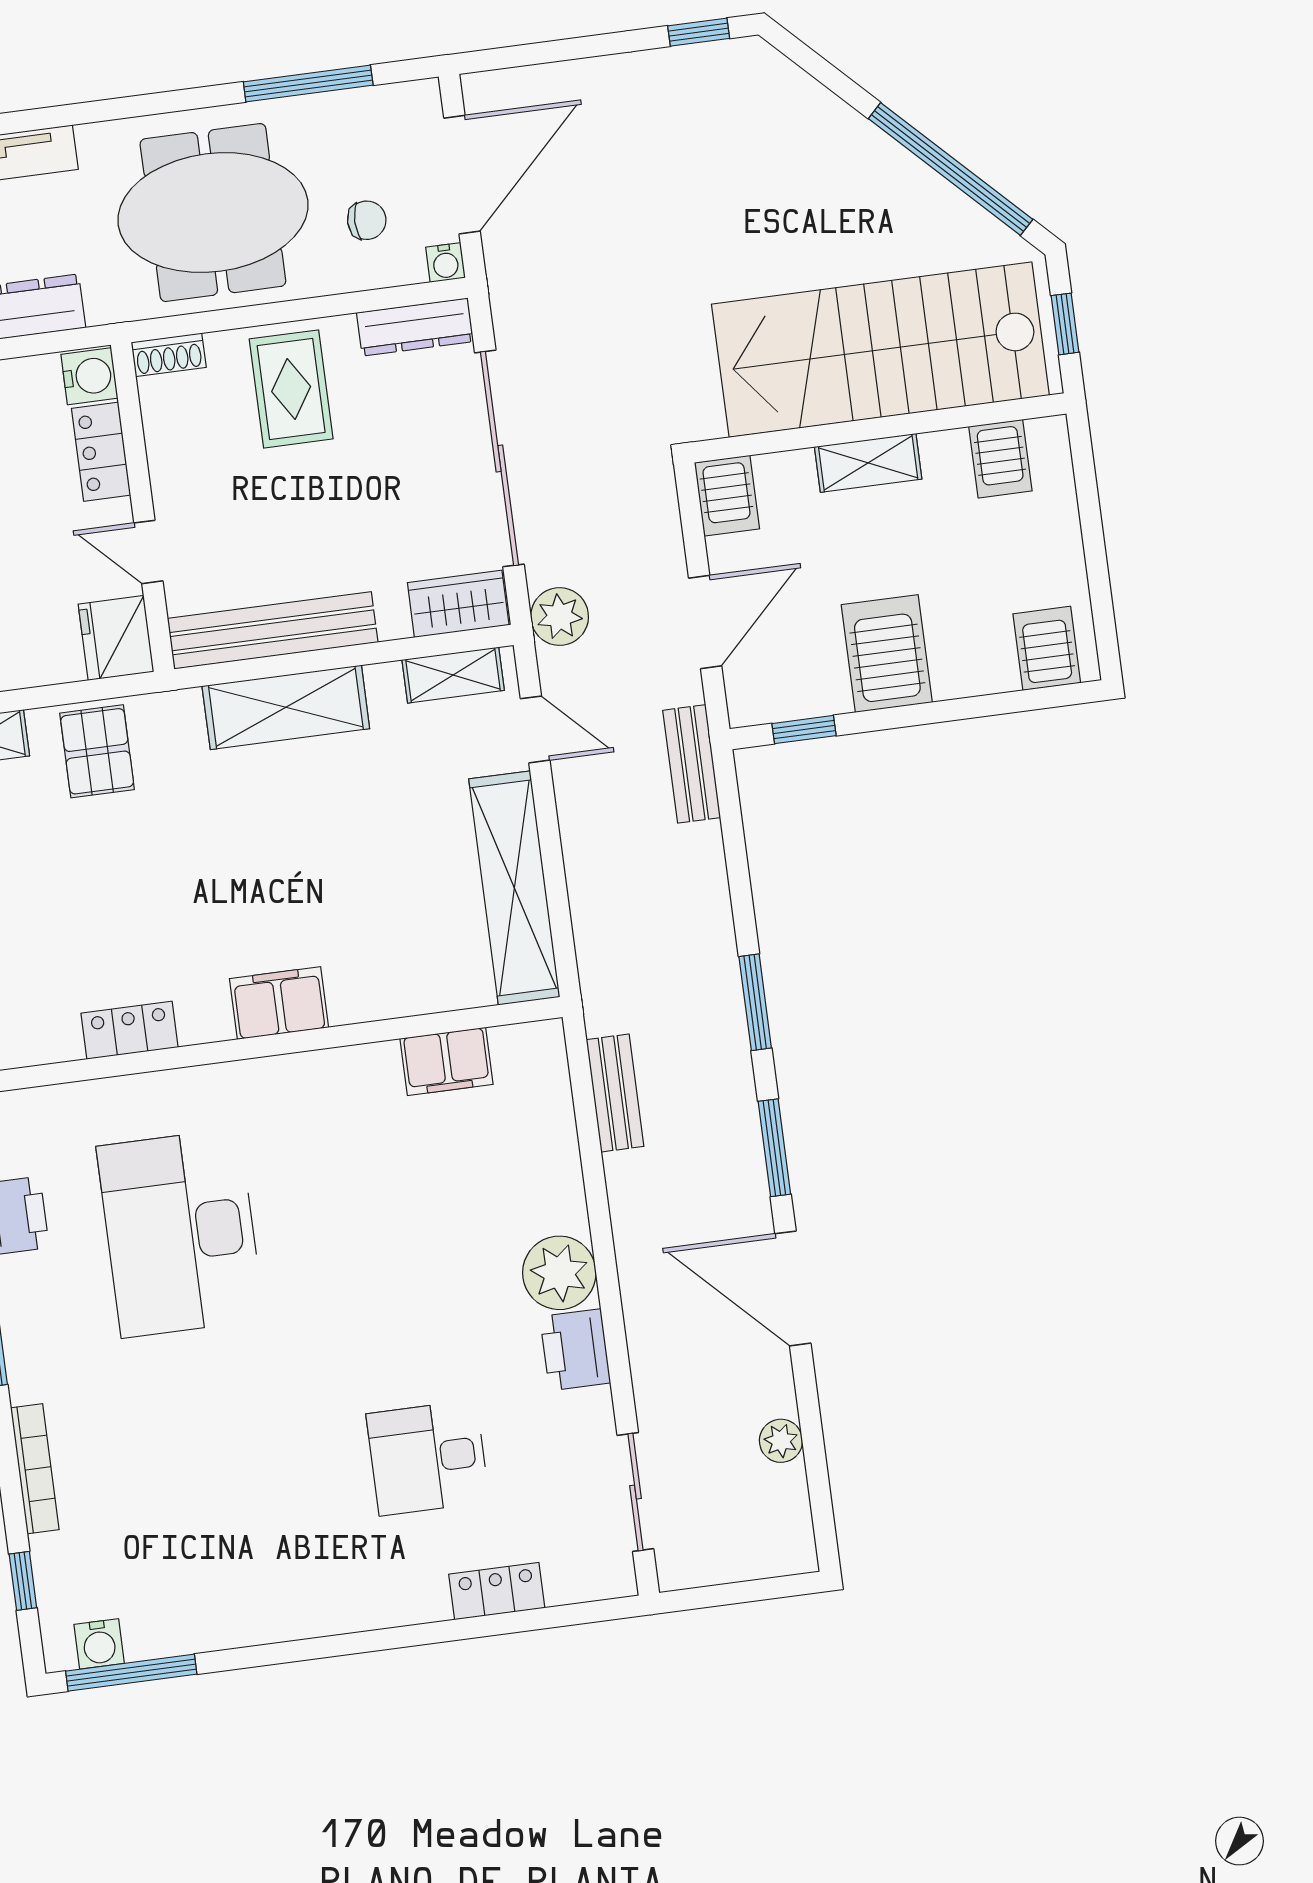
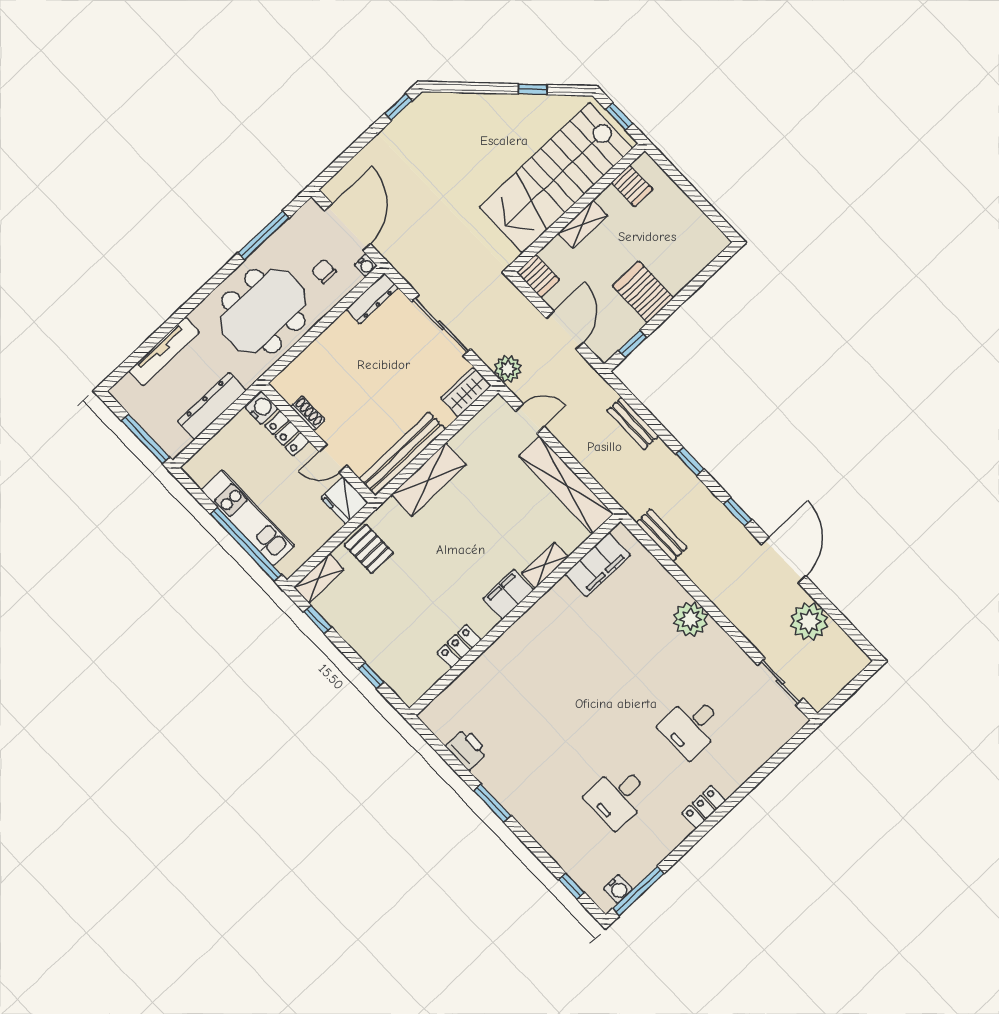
window: (951, 169) -> (533, 89), width x0.32
chair: (367, 220) -> (324, 271), turned -90
shoe rack: (169, 355) -> (308, 413), moved, turned -90
rug: (291, 389) -> (342, 357), removed
sliding door: (499, 458) -> (441, 325), width x0.73
server rack: (1047, 648) -> (703, 245), removed
shelving: (453, 675) -> (545, 565), moved
bench: (692, 764) -> (633, 423), moved
window: (755, 1002) -> (690, 462), width x0.67
filing cabinet: (447, 1061) -> (597, 565), width x1.50, depth x1.17
window: (774, 1148) -> (738, 512), width x0.67
desk: (180, 1233) -> (618, 797), moved, width x0.53, depth x0.77
door: (793, 1288) -> (784, 560), swing flipped
printer: (575, 1350) -> (718, 644), removed
plant: (781, 1441) -> (809, 621), width x1.88, depth x1.88
bookcase: (35, 1469) -> (545, 840), removed
locker: (497, 1591) -> (704, 807), moved

